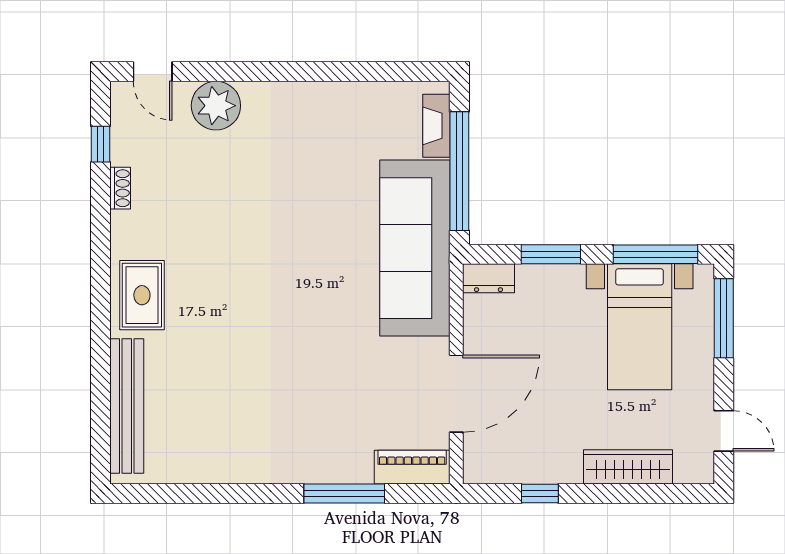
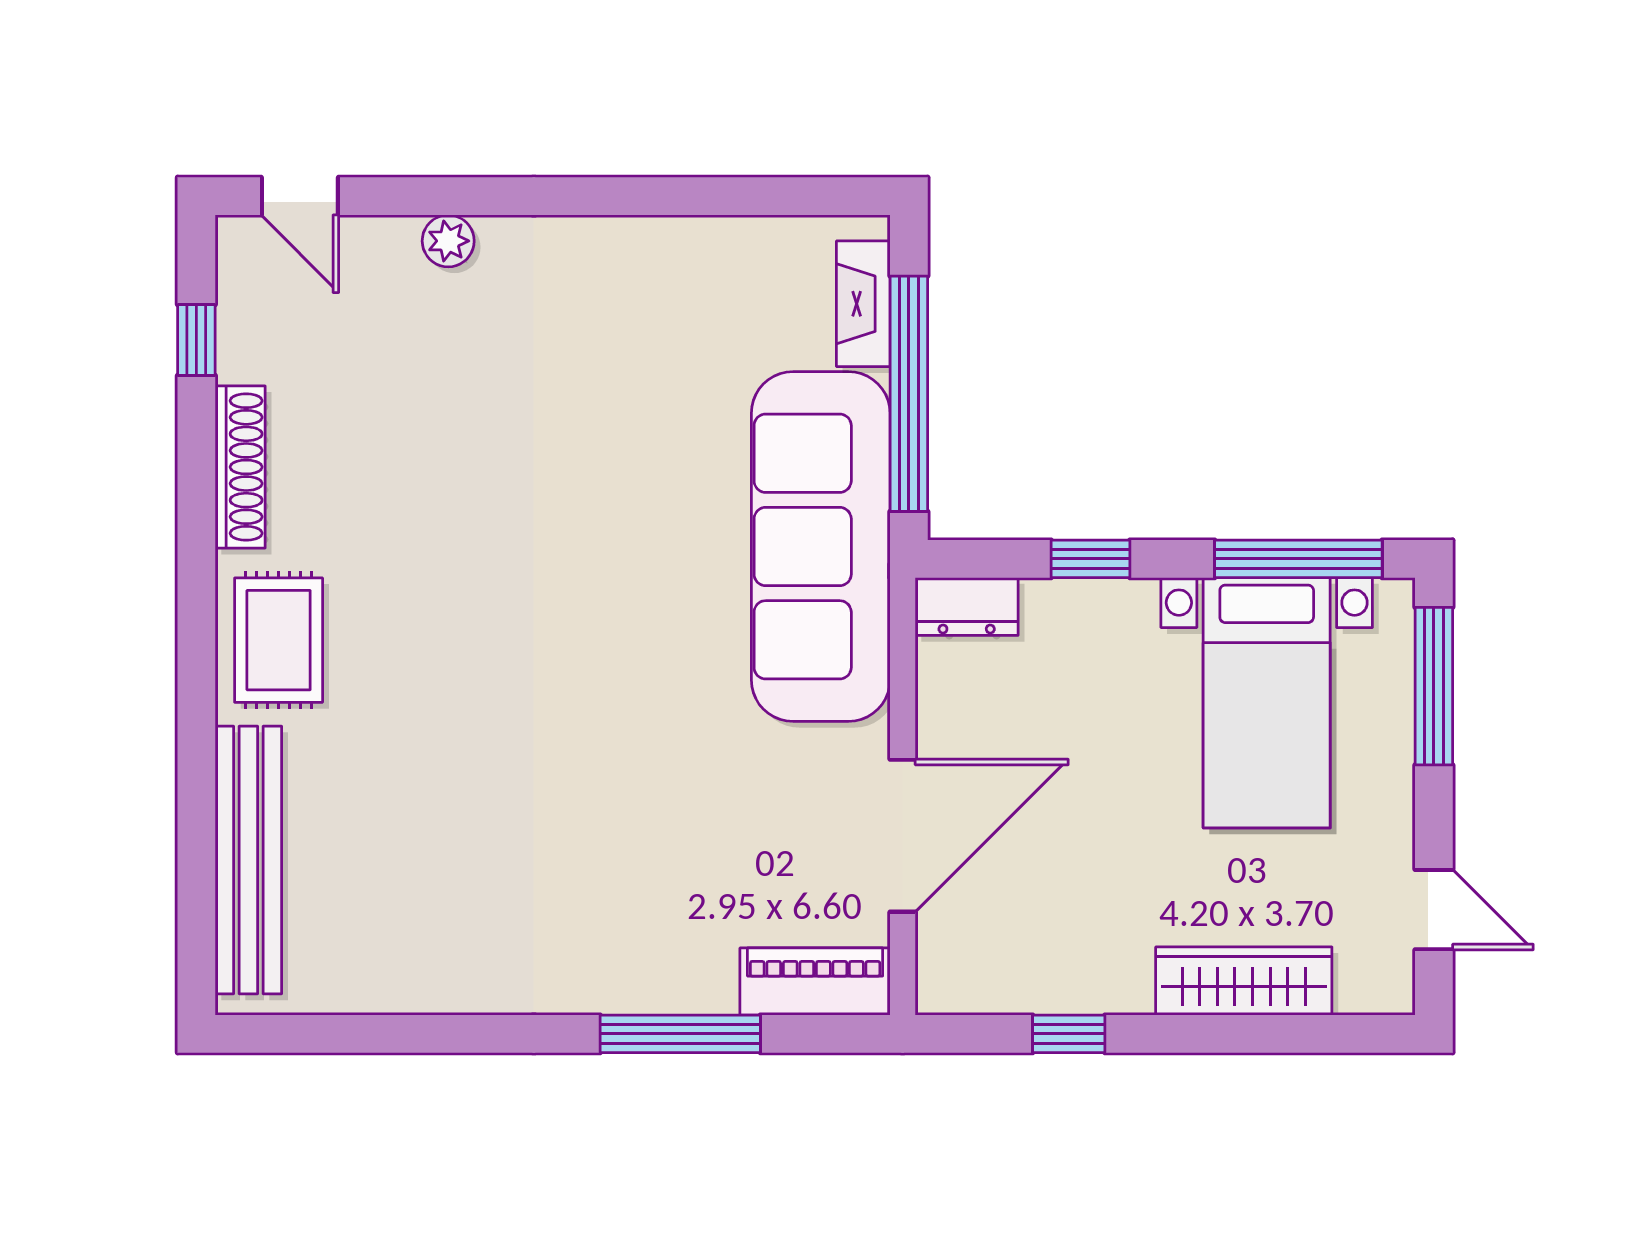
plant: (216, 106) -> (448, 241), width x0.53, depth x0.53
shoe rack: (120, 188) -> (240, 467), width x1.94, depth x1.24
window: (551, 254) -> (1090, 559), width x0.67

